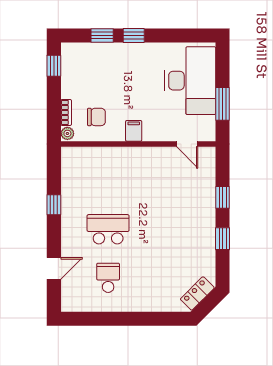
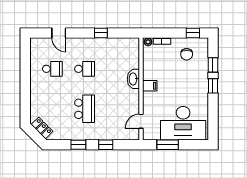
chair: (96, 117) -> (187, 54), moved
washbasin: (123, 156) -> (133, 79), added
school desk: (108, 229) -> (85, 69), width x0.54
school desk: (168, 229) -> (85, 109), added

